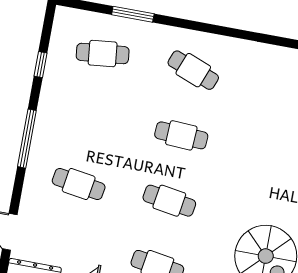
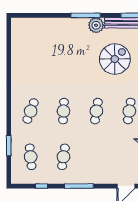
cafe table: (79, 184) -> (64, 157), moved

